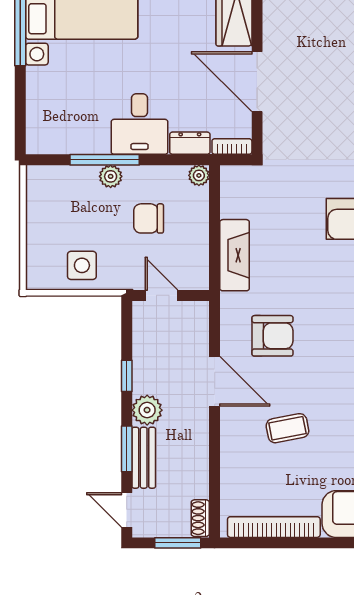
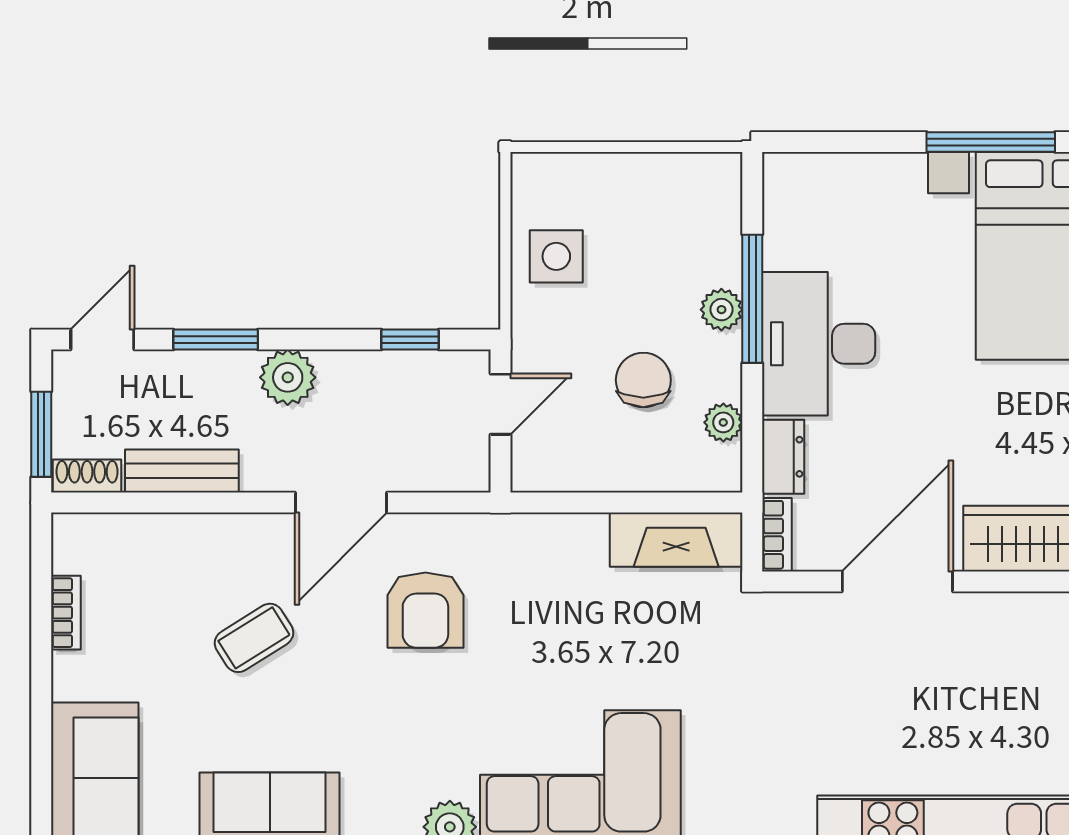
desk: (140, 124) -> (819, 344), width x1.37
plant: (199, 175) -> (723, 422), moved
fireplace: (235, 255) -> (676, 540), moved
window: (127, 376) -> (410, 340), moved
coffee table: (287, 428) -> (254, 638), turned 69
bench: (144, 458) -> (182, 471), moved
bookcase: (274, 527) -> (66, 613), width x0.43, depth x0.76

